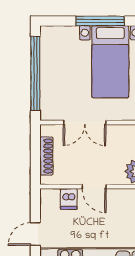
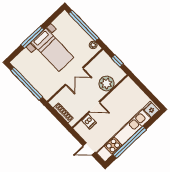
double door: (85, 122) -> (74, 76), moved
door: (35, 234) -> (89, 149), hinge flipped

